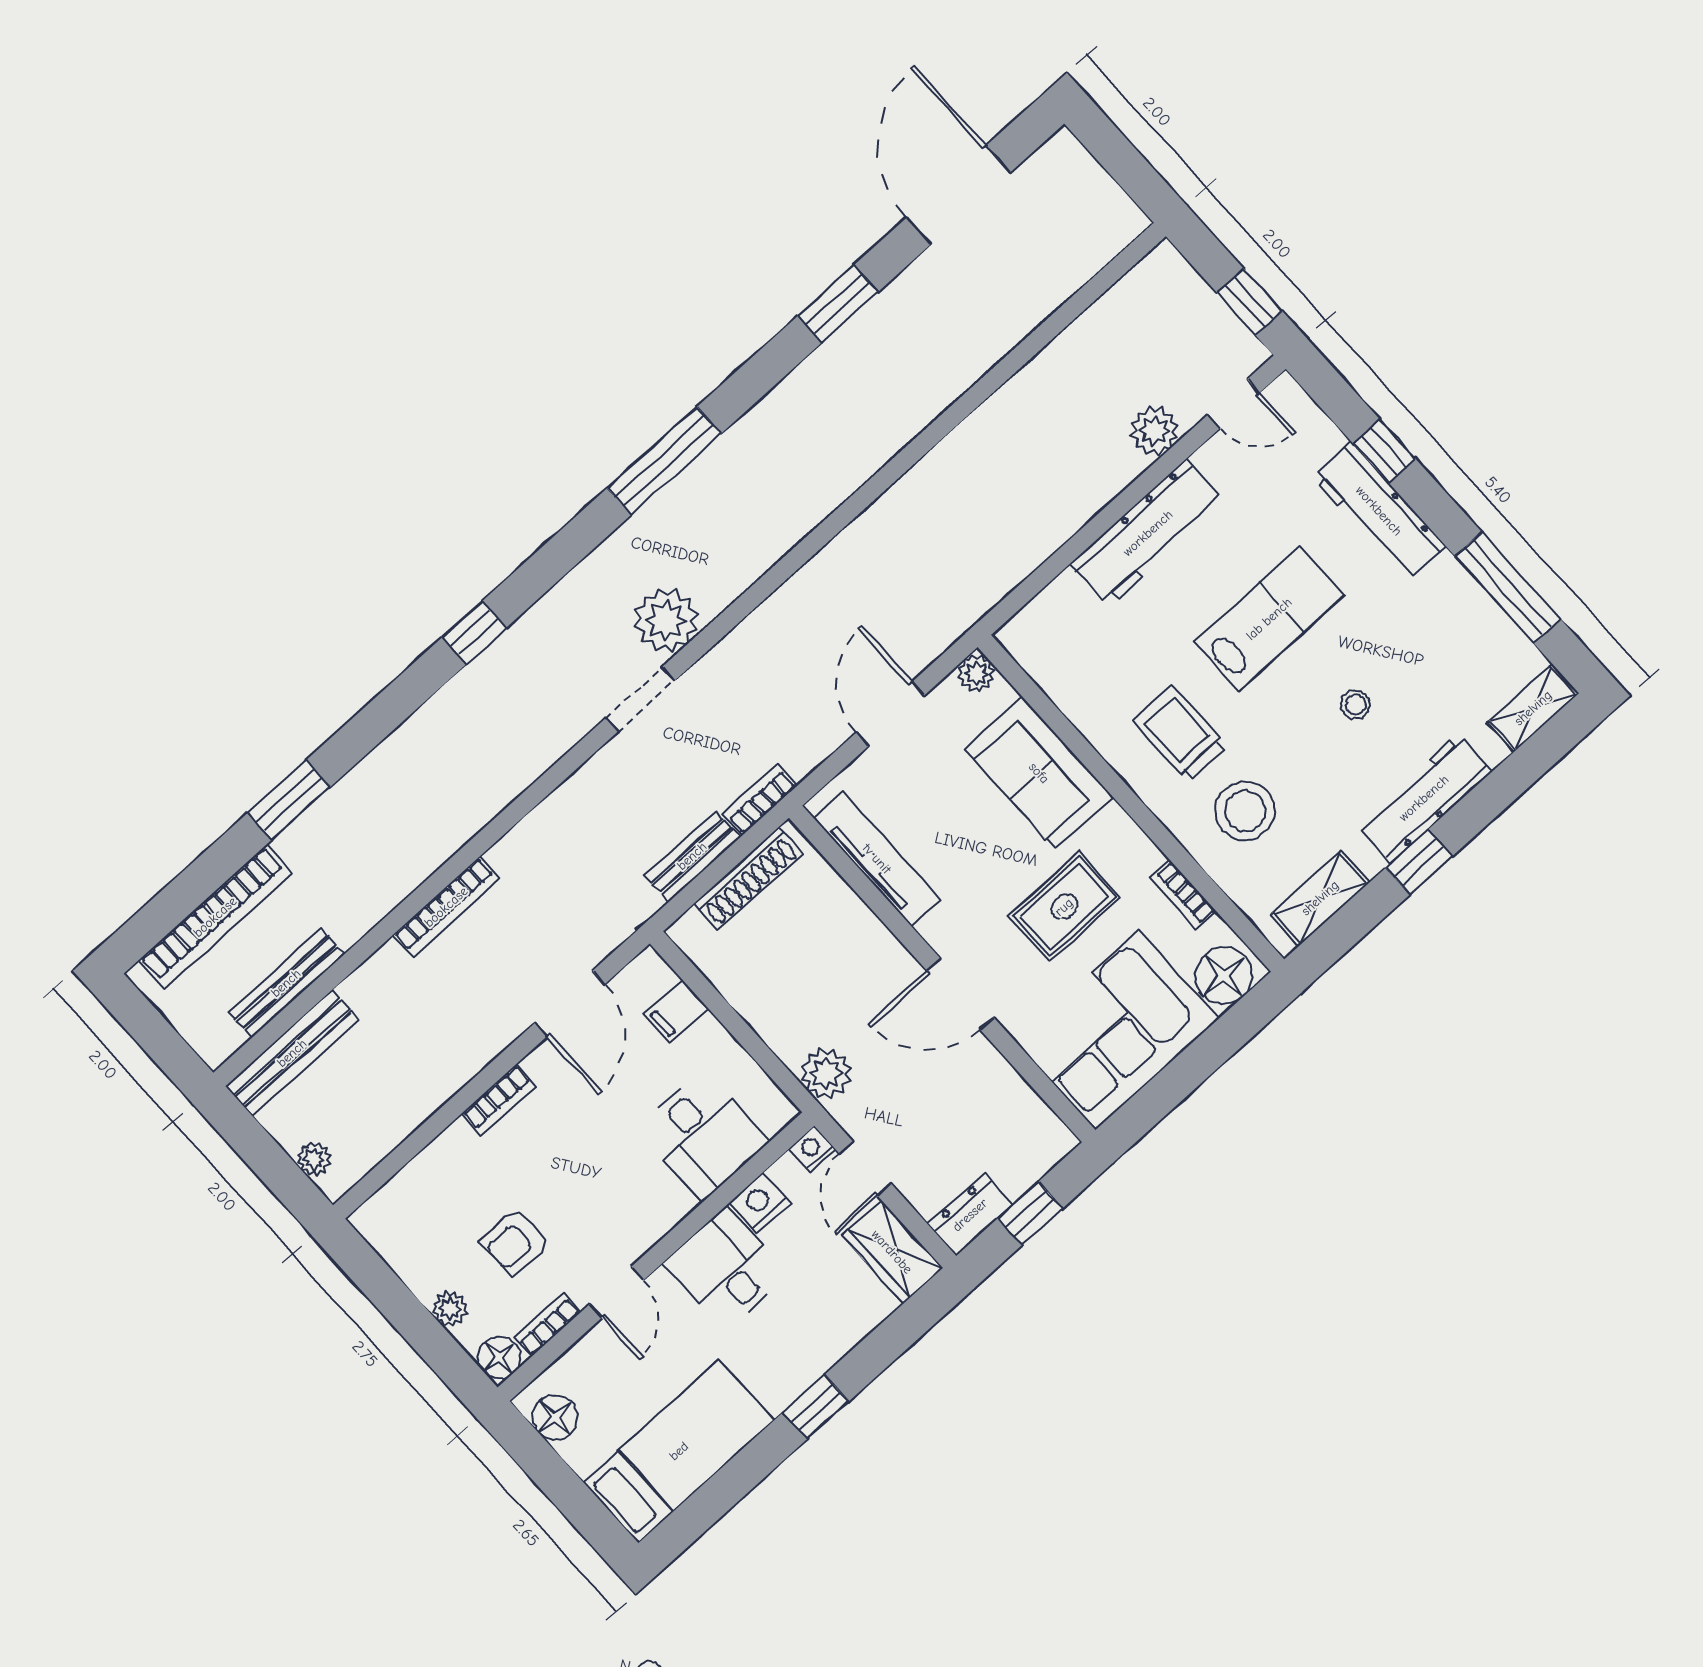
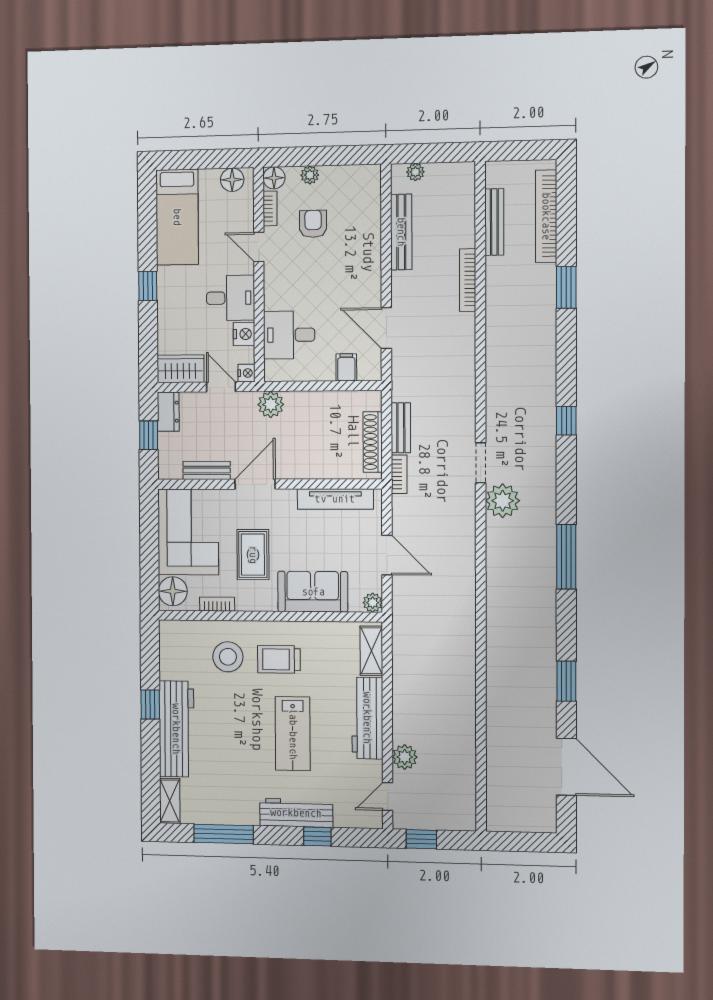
stool: (1356, 705) -> (231, 736), removed
trolley: (1181, 734) -> (279, 659), turned 180
workbench: (1424, 798) -> (176, 729), width x1.36, depth x1.32
shelving: (1320, 898) -> (371, 651), moved
bookcase: (446, 907) -> (468, 280), moved
bench: (292, 1053) -> (401, 232), moved
bench: (1004, 1082) -> (207, 470), added
bookcase: (499, 1100) -> (374, 267), removed

